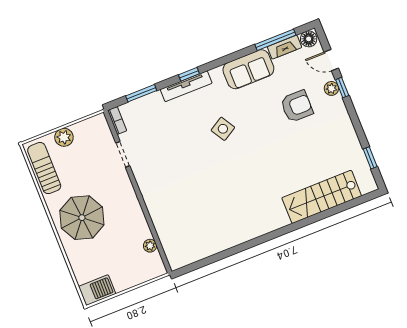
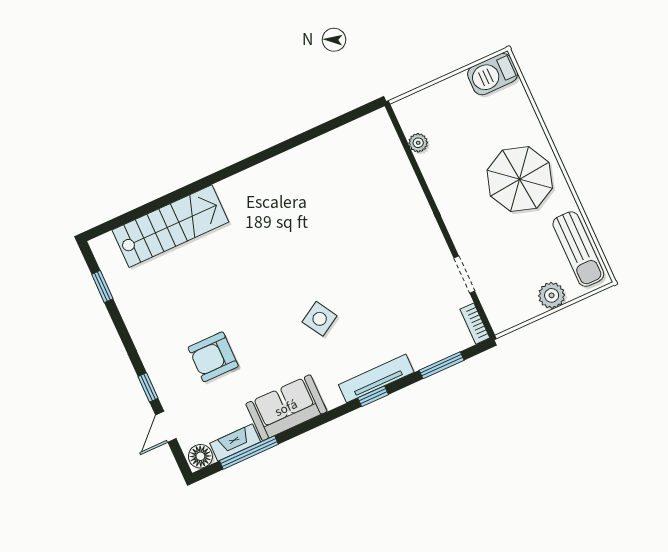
door: (331, 60) -> (166, 427), swing flipped
plant: (331, 88) -> (164, 385), removed

